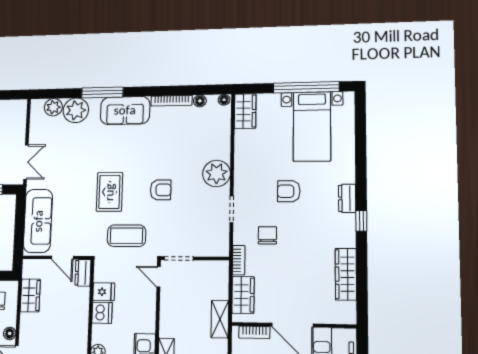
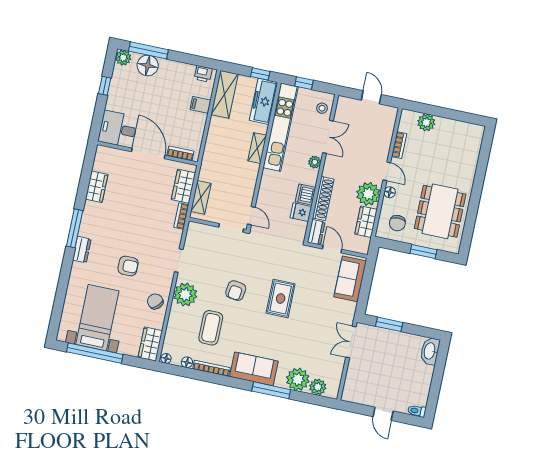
armchair: (161, 190) -> (236, 291), turned -82
sofa: (38, 221) -> (350, 279), width x0.73
window: (361, 221) -> (75, 228), width x2.17
chair: (267, 235) -> (155, 301), moved, turned 136
coffee table: (126, 236) -> (211, 328), moved, turned 90
wardrobe: (346, 274) -> (97, 187), width x0.67
shoe rack: (81, 312) -> (323, 198), added
shelving: (220, 319) -> (201, 197), moved
plant: (33, 327) -> (368, 194), added

